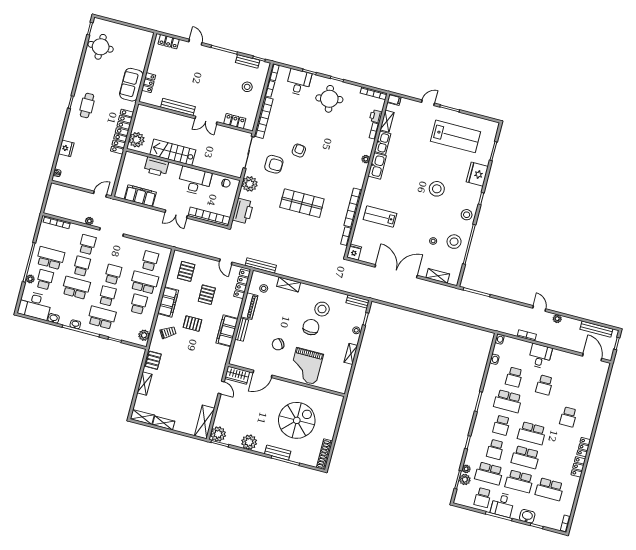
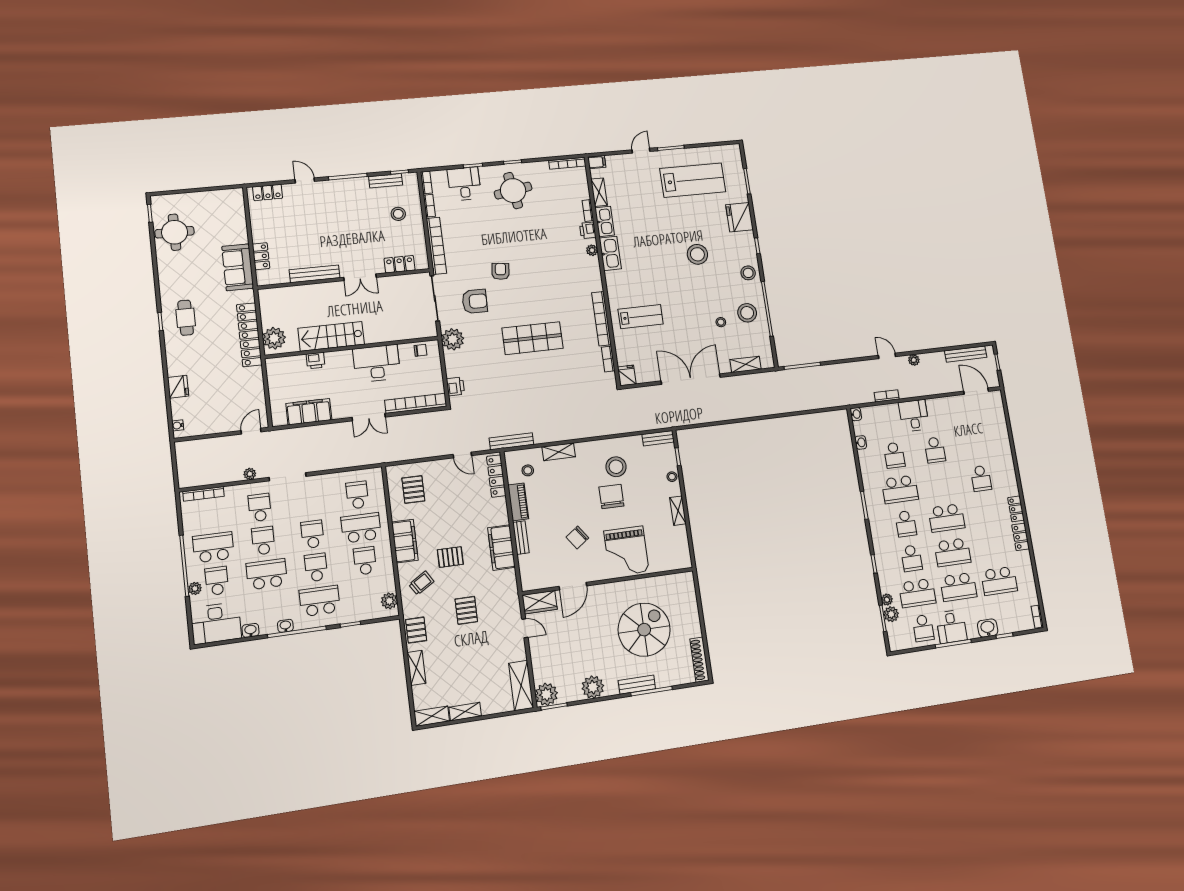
printer: (376, 116) -> (588, 230), moved
printer: (156, 167) -> (316, 361), width x0.53, depth x0.68
printer: (243, 211) -> (455, 386), width x0.53, depth x0.68
lab bench: (380, 216) -> (641, 317), turned 180
pallet: (207, 295) -> (466, 610), moved

